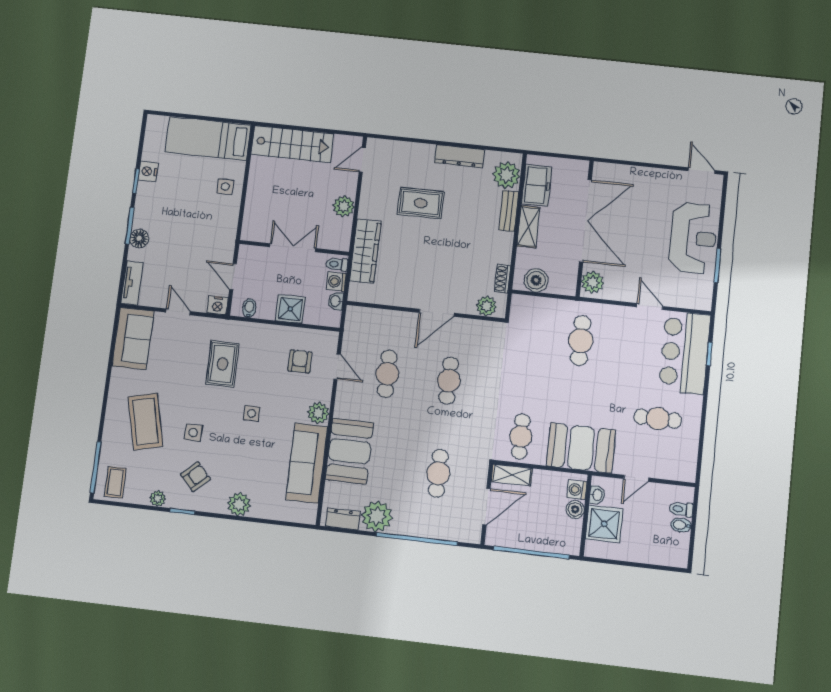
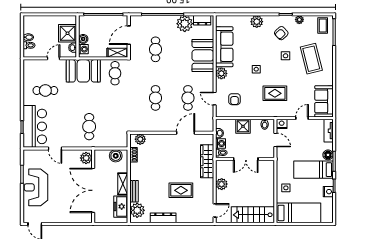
bed: (170, 214) -> (313, 170), added
door: (178, 312) -> (302, 118), swing flipped
door: (437, 313) -> (186, 133), moved
rug: (222, 364) -> (275, 93), turned 90

